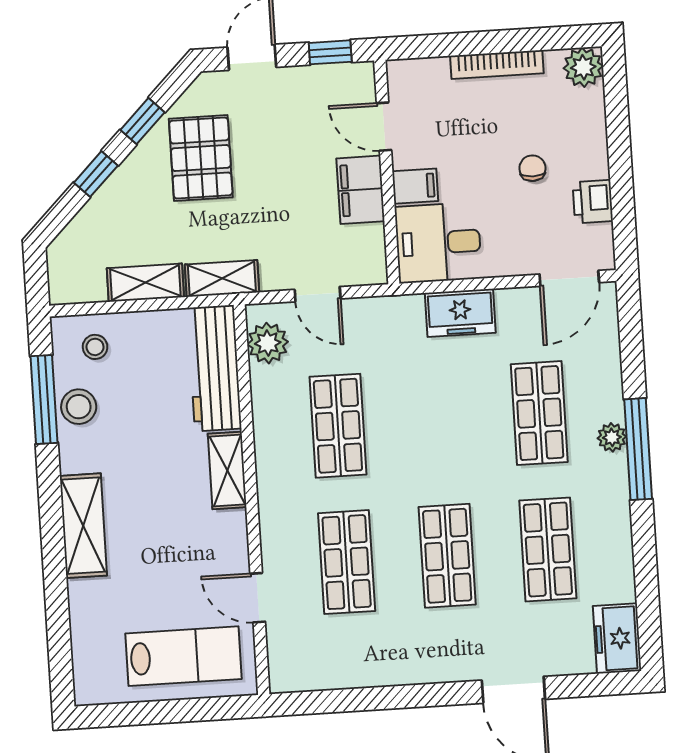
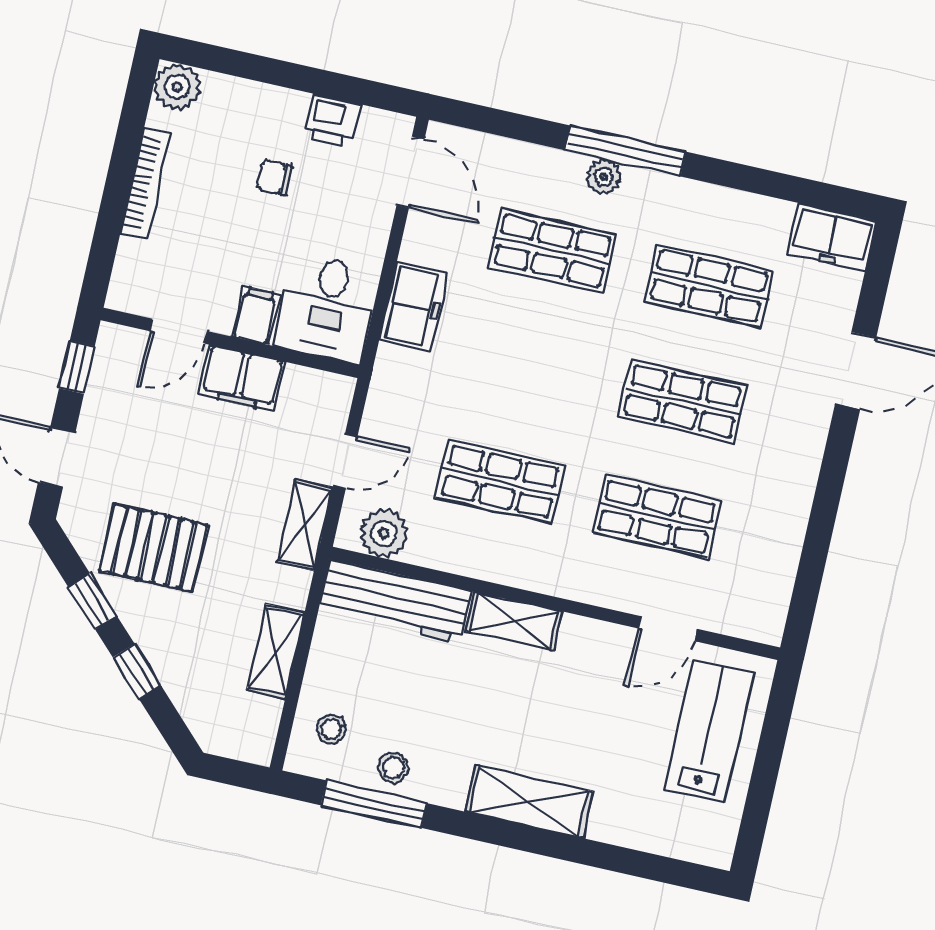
shelving: (222, 278) -> (305, 525), moved
stool: (79, 407) -> (393, 767), width x0.73, depth x0.73

